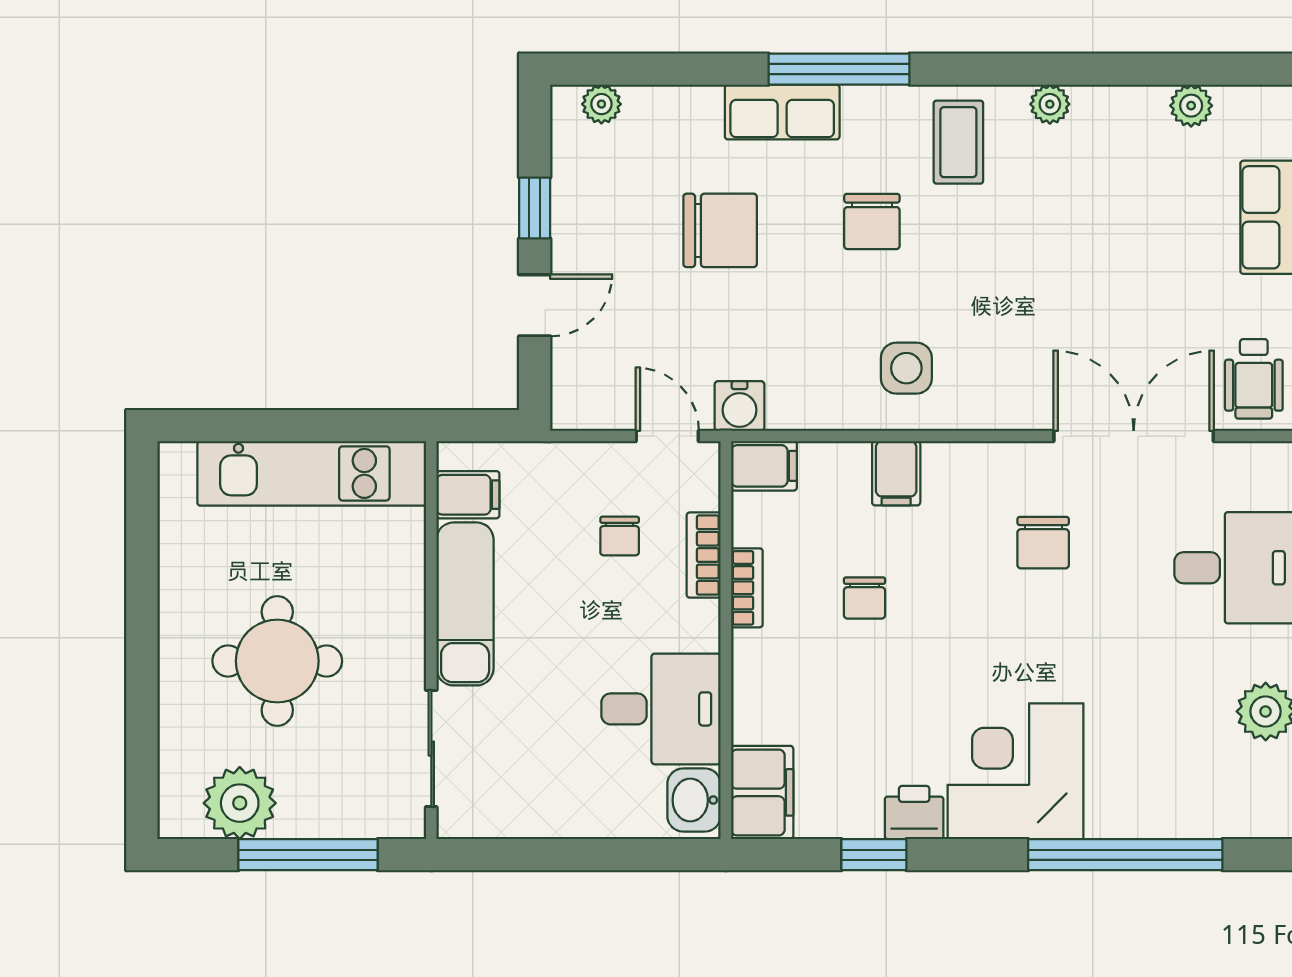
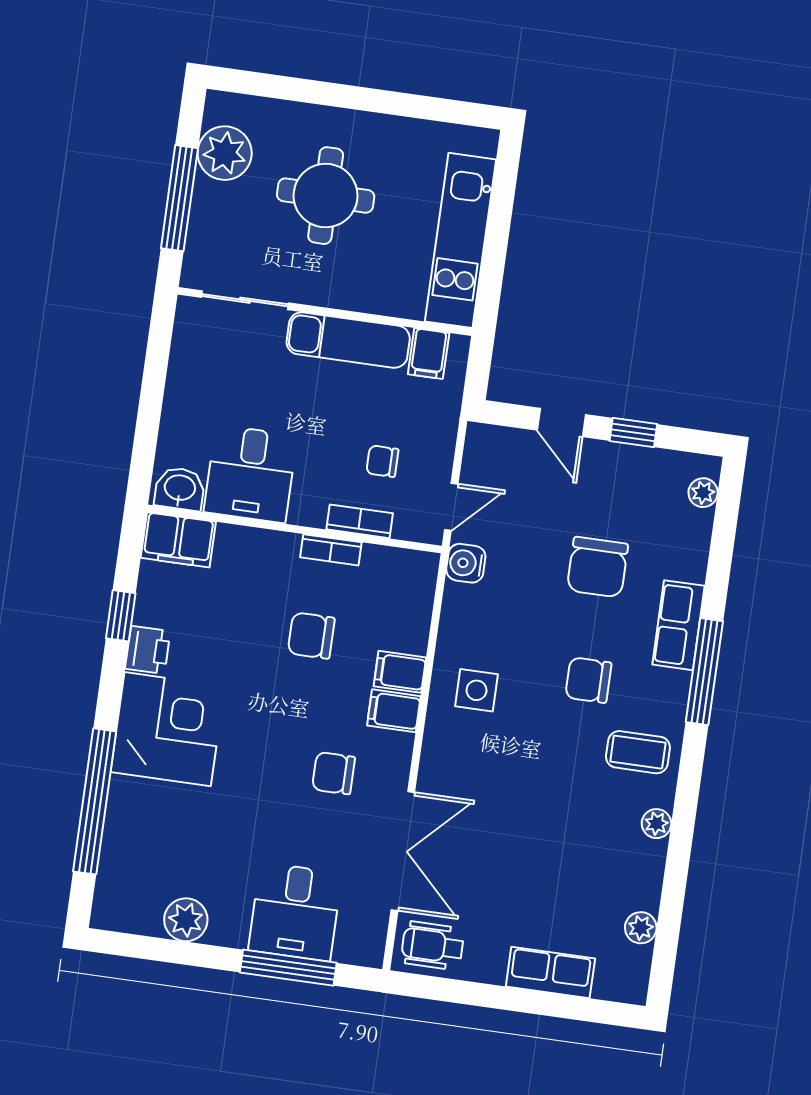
filing cabinet: (764, 466) -> (394, 711), moved, turned 90
chair: (864, 598) -> (311, 636), width x1.37, depth x1.37

